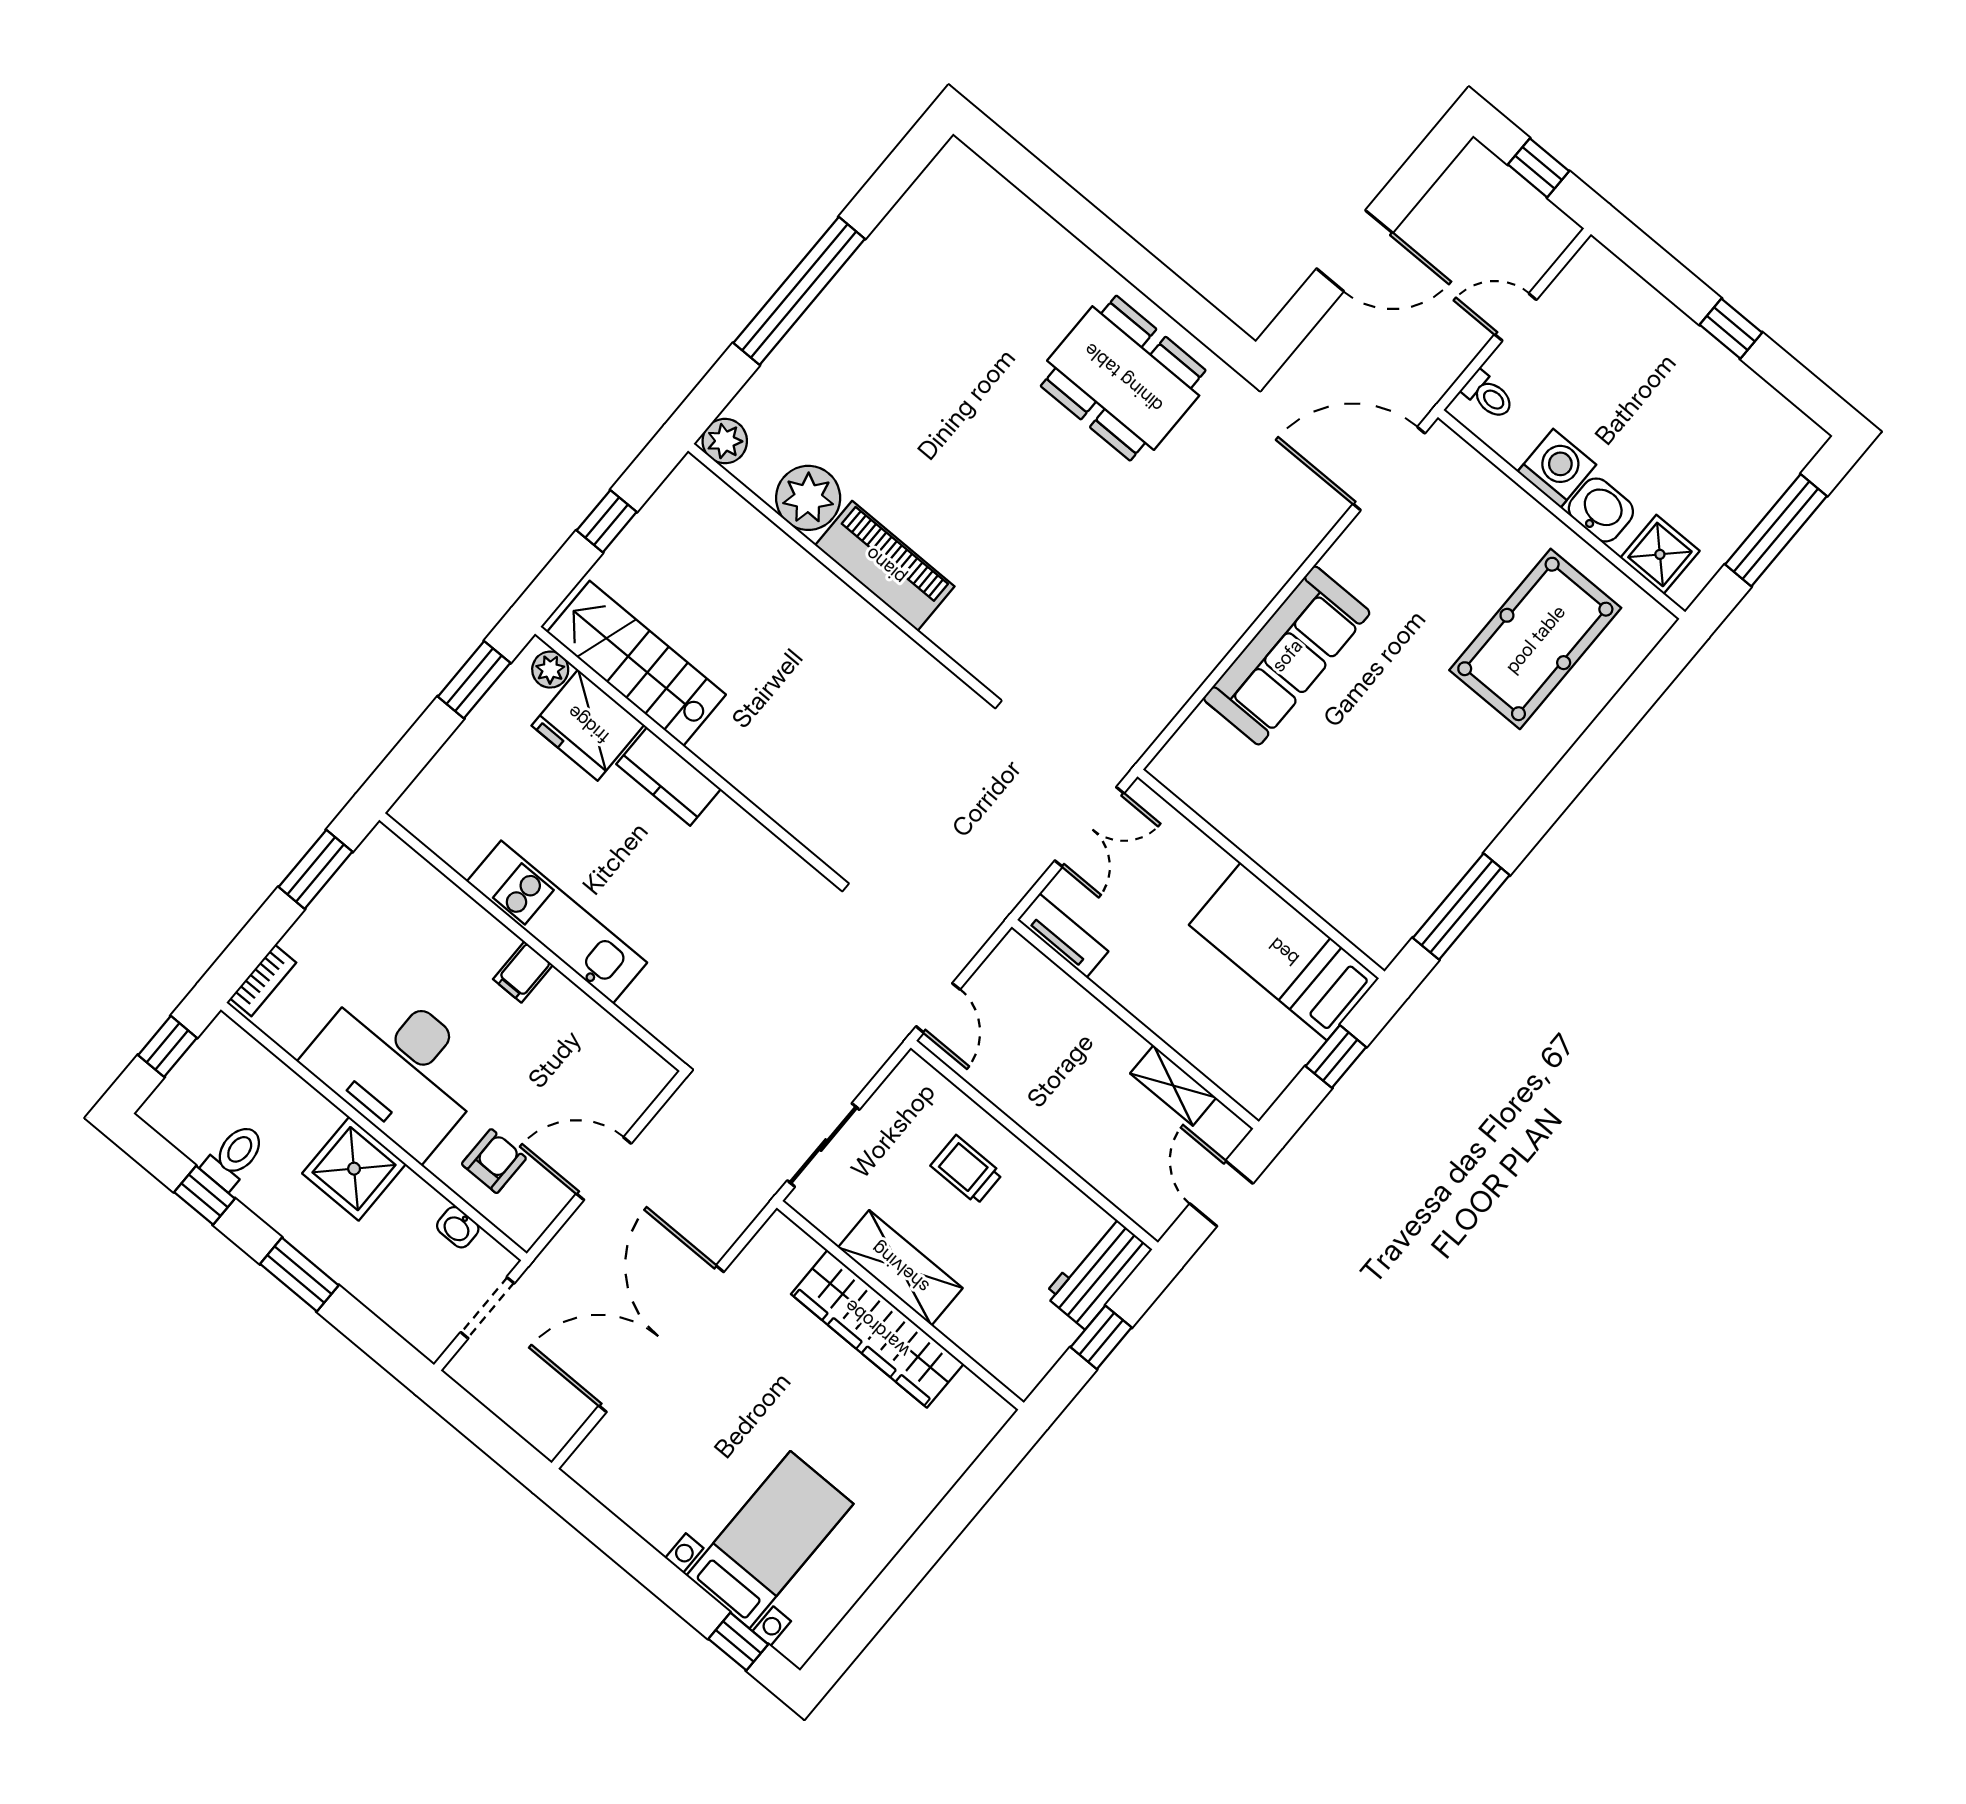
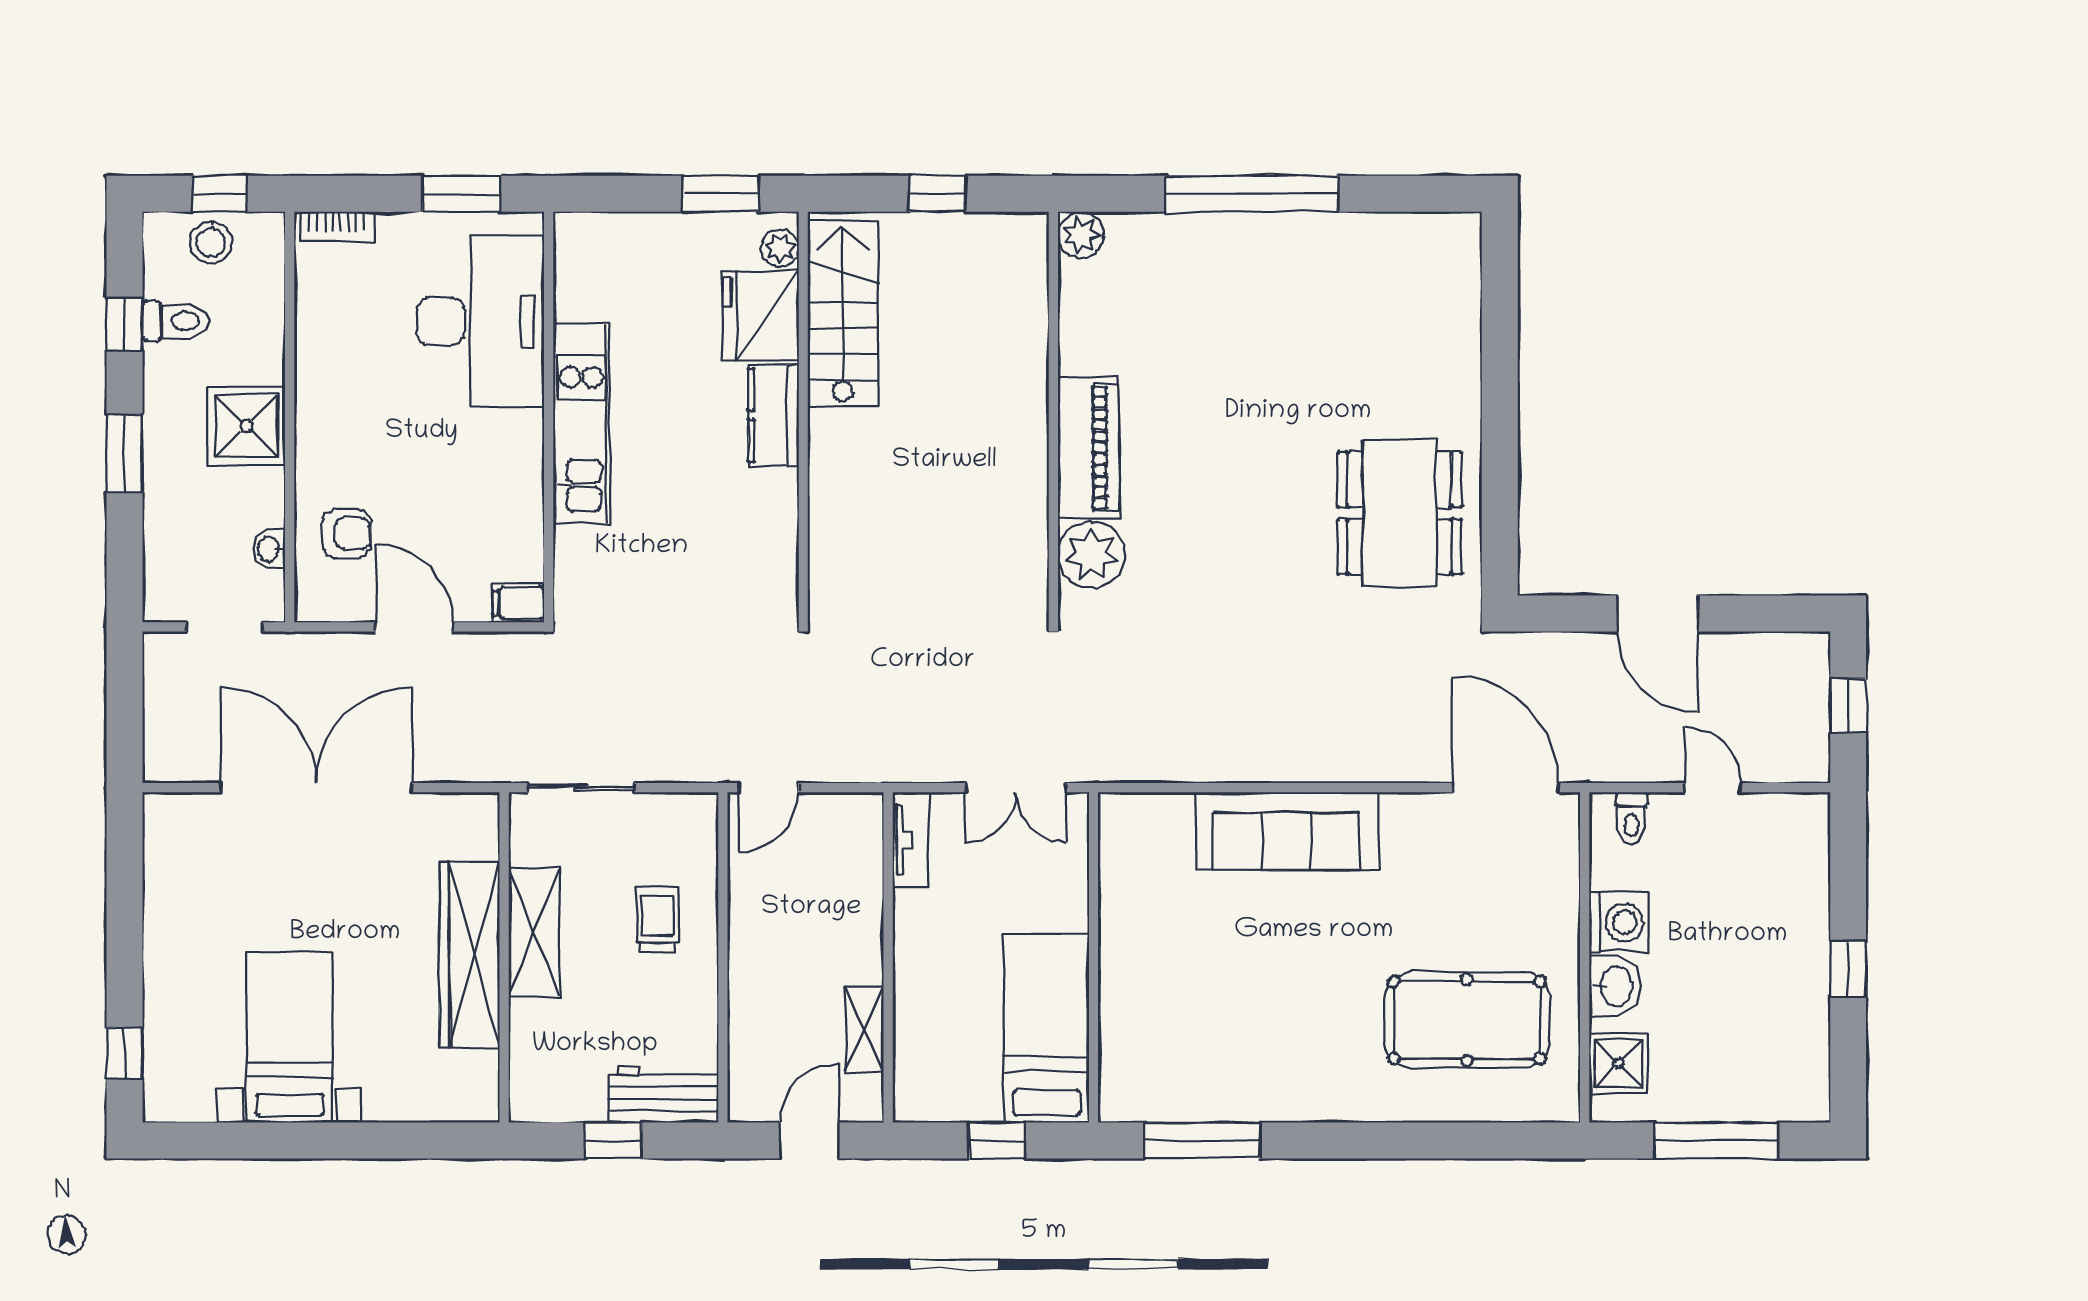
plant: (808, 498) -> (1091, 555), moved
filing cabinet: (523, 972) -> (518, 603), moved
desk: (398, 1067) -> (480, 321), moved, turned 180
stool: (198, 1082) -> (211, 243), added
bed with nightstands: (770, 1540) -> (290, 1037), moved, turned -90

